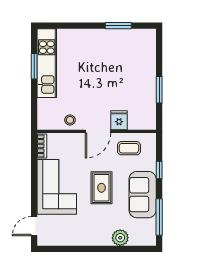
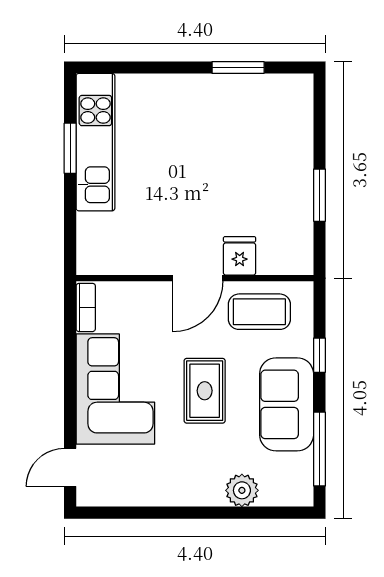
stool: (70, 120) -> (142, 255), removed
coffee table: (129, 148) -> (259, 312), width x1.36, depth x1.30

